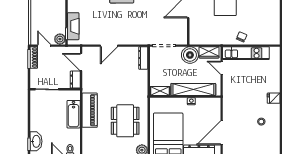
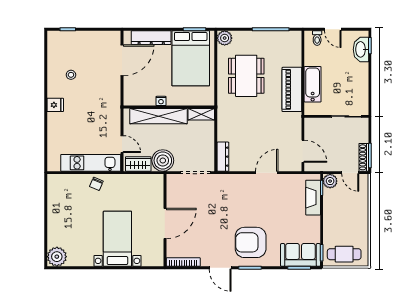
dresser: (75, 80) -> (311, 129), removed

